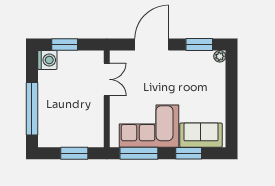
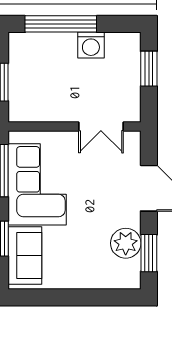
plant: (220, 56) -> (126, 243), moved, width x1.87, depth x1.87
washing machine: (47, 60) -> (91, 45), moved

